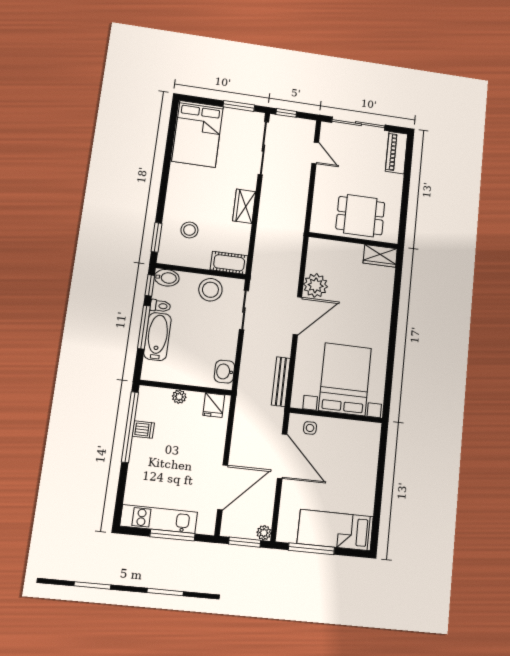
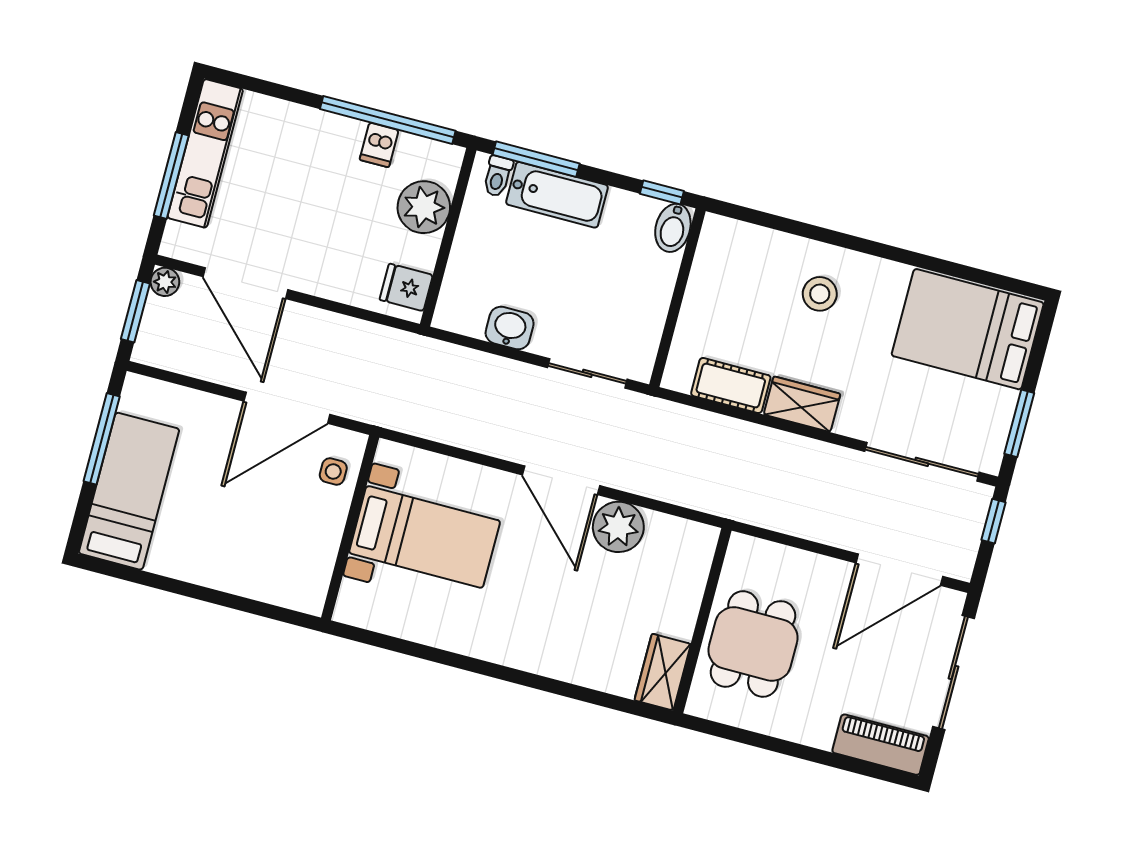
door: (315, 153) -> (899, 570), width x1.88
stool: (189, 230) -> (820, 294), moved
window: (157, 237) -> (758, 218), removed
cot: (229, 263) -> (731, 386), moved, turned 90
stool: (210, 290) -> (637, 312), removed
toilet: (160, 306) -> (498, 176), moved
window: (144, 327) -> (536, 159), moved
washbasin: (224, 372) -> (510, 328), moved
bed with nightstands: (345, 379) -> (425, 537), width x0.73
bench: (281, 382) -> (433, 427), removed
plant: (179, 397) -> (424, 207), width x1.87, depth x1.87
plant: (264, 533) -> (165, 282), moved

